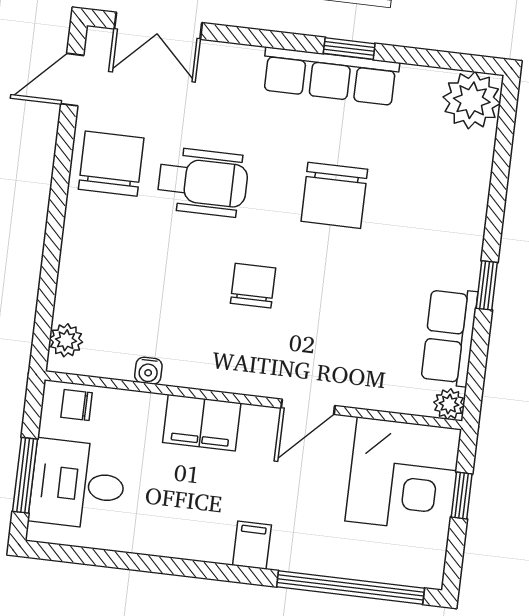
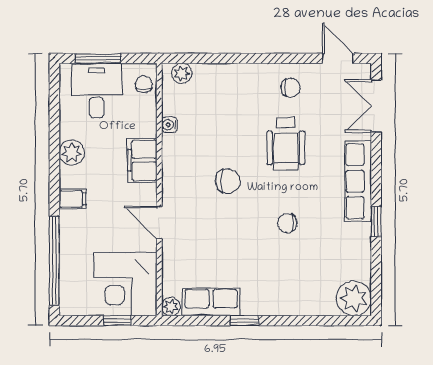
row of seats: (330, 76) -> (358, 181), moved
chair: (111, 164) -> (290, 88), width x0.54, depth x0.54
chair: (334, 195) -> (287, 223), width x0.54, depth x0.54
plant: (175, 538) -> (72, 153), added

